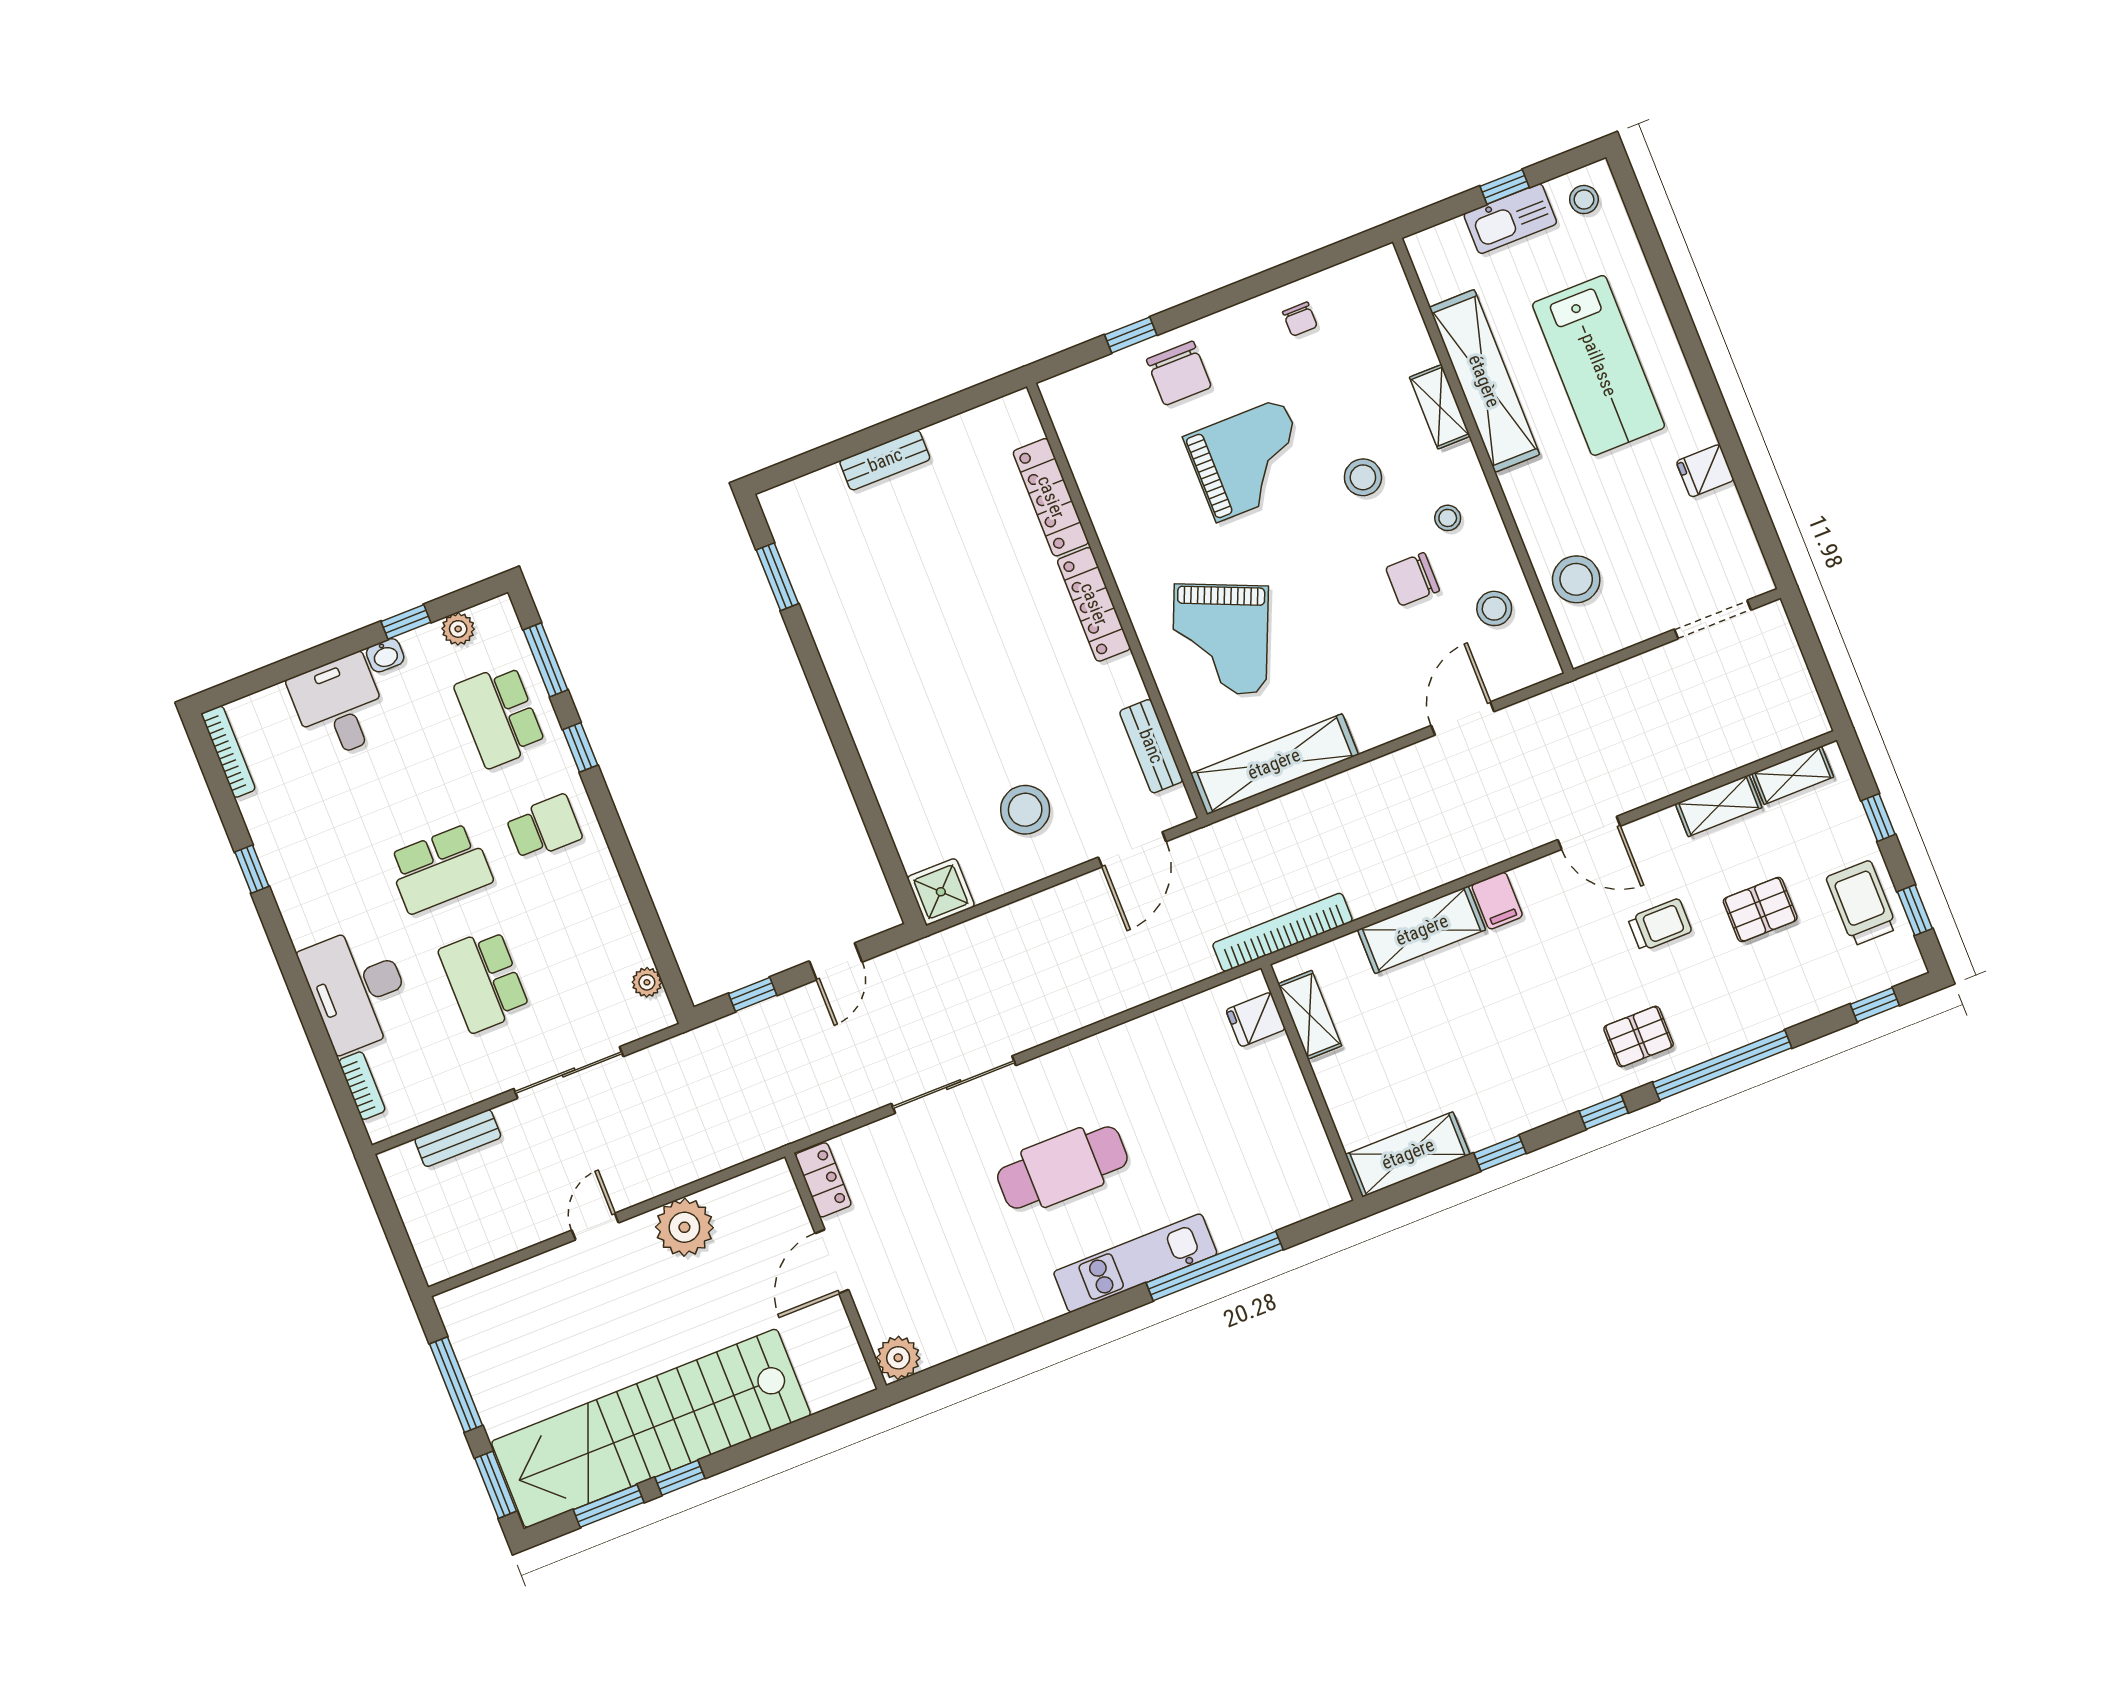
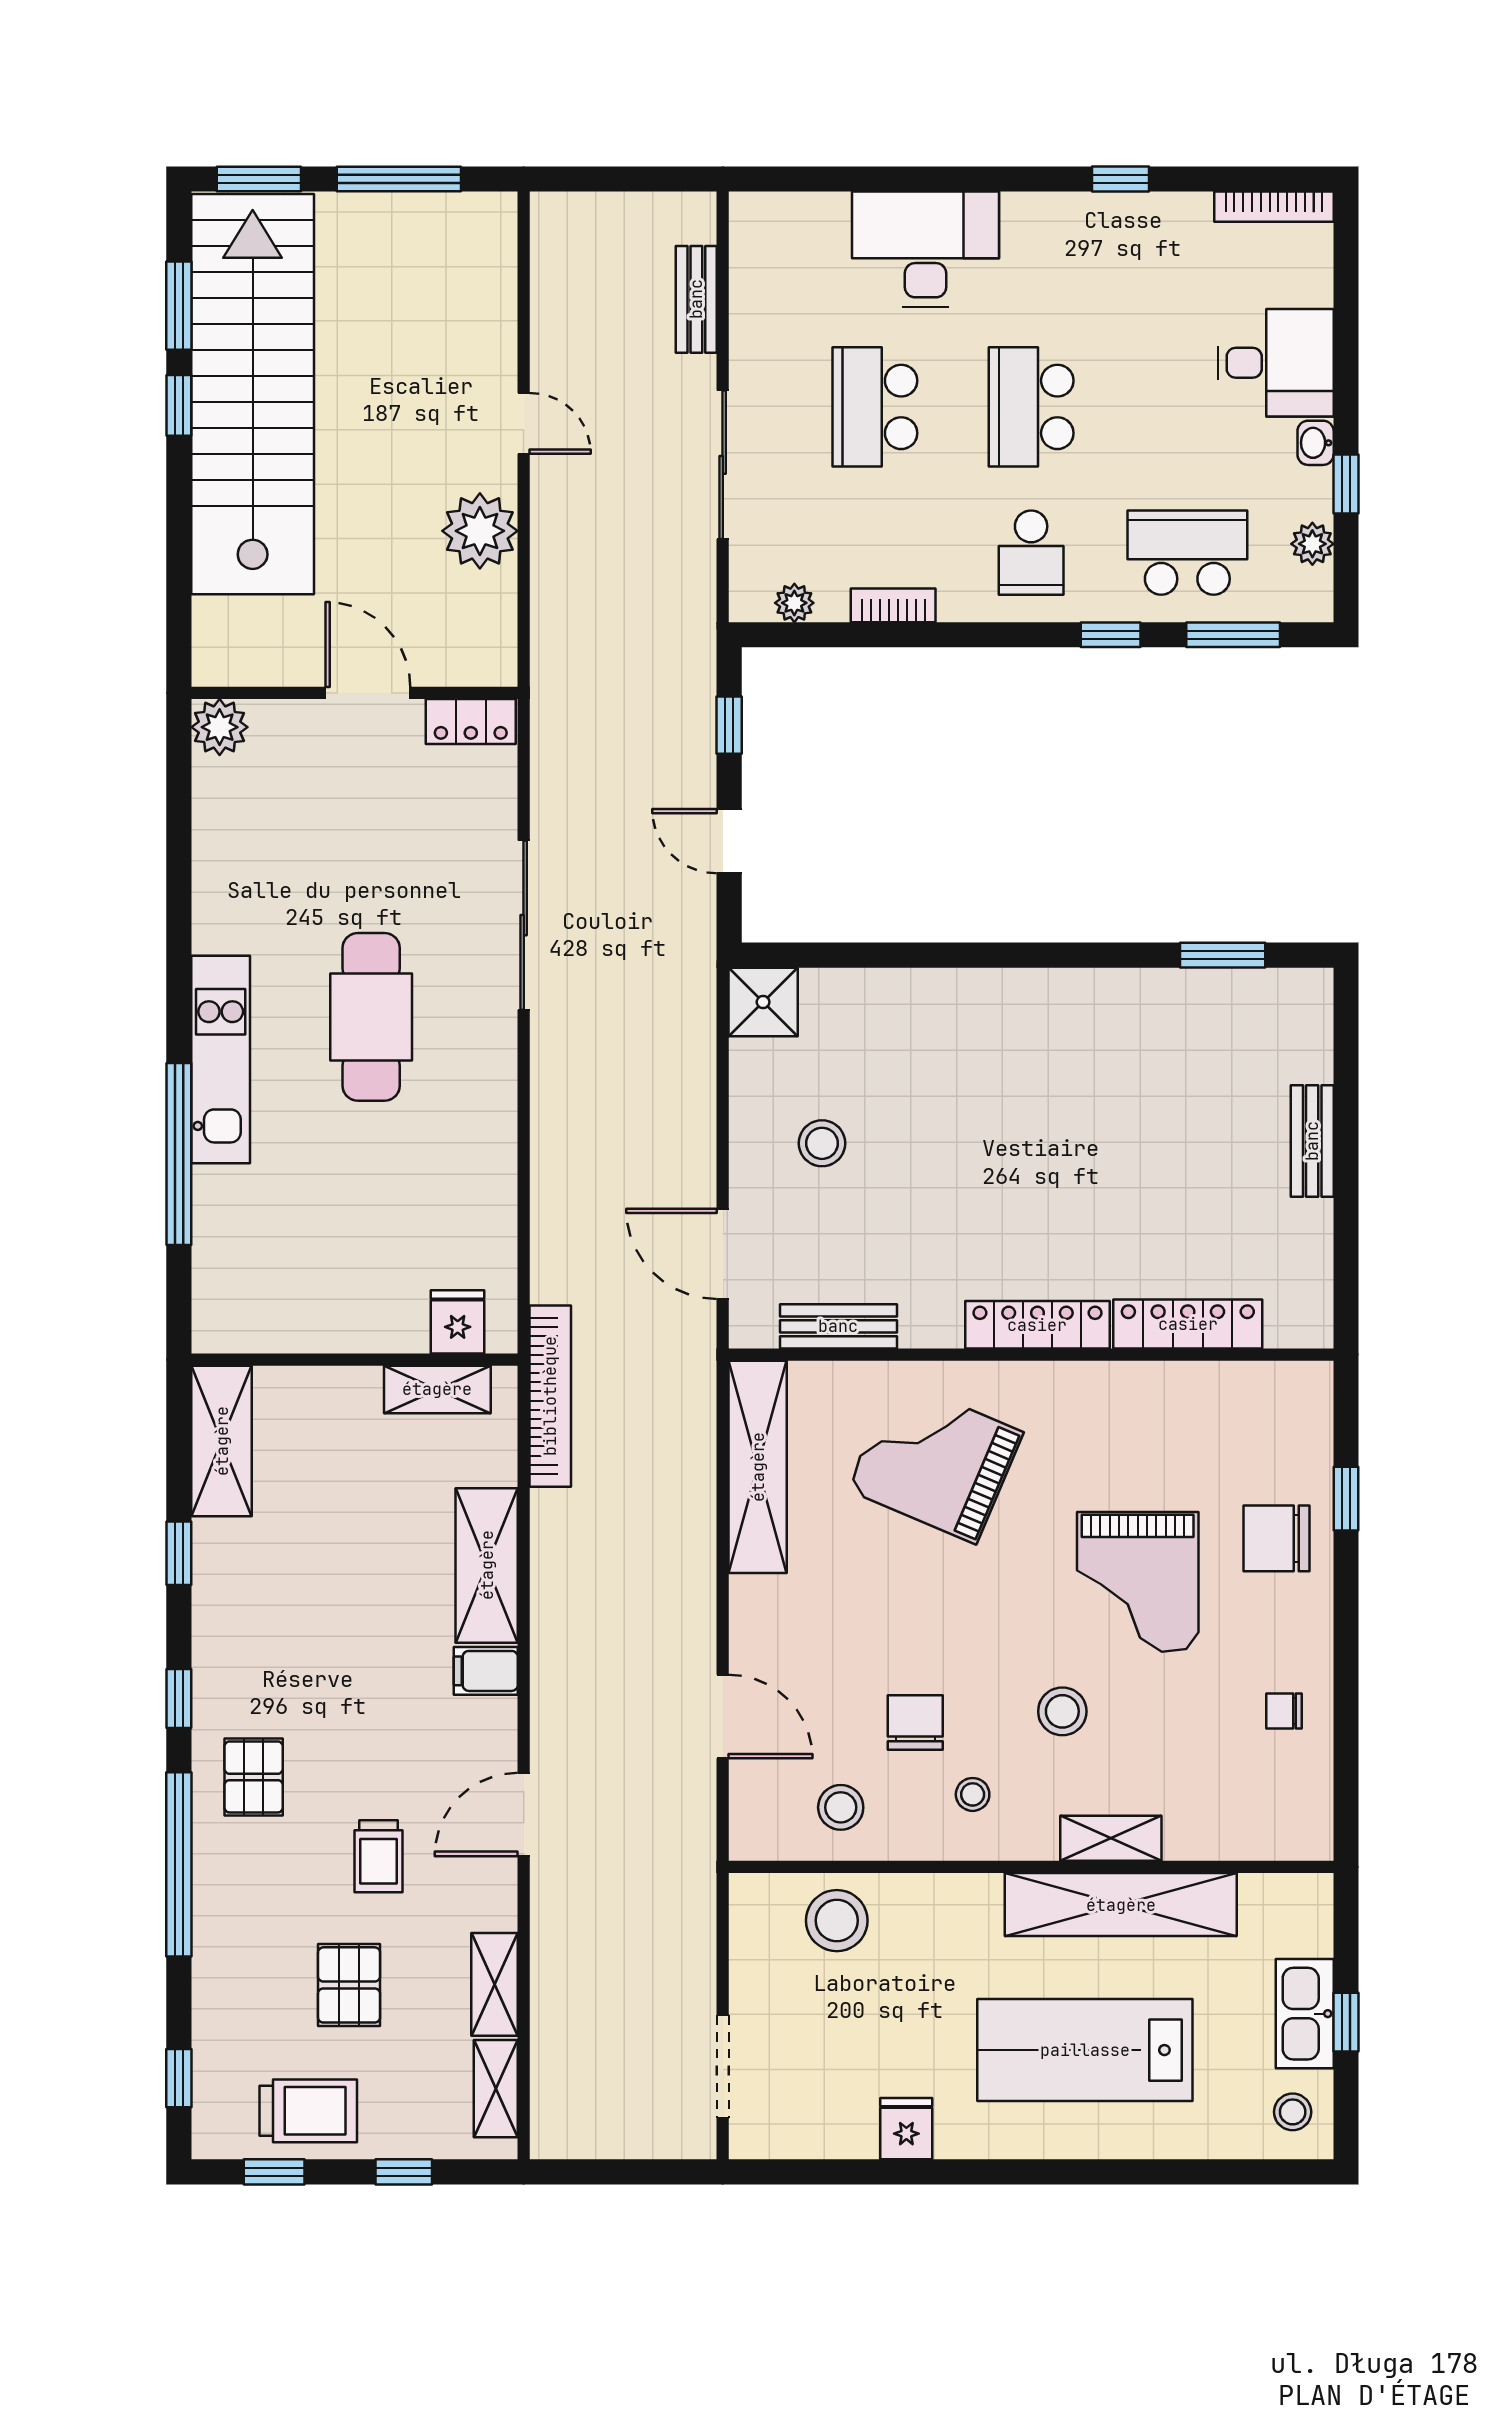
stool: (1025, 810) -> (822, 1143), width x0.73, depth x0.73
school desk: (484, 980) -> (875, 407), turned -90
bookcase: (362, 1086) -> (893, 605), moved, turned 180

